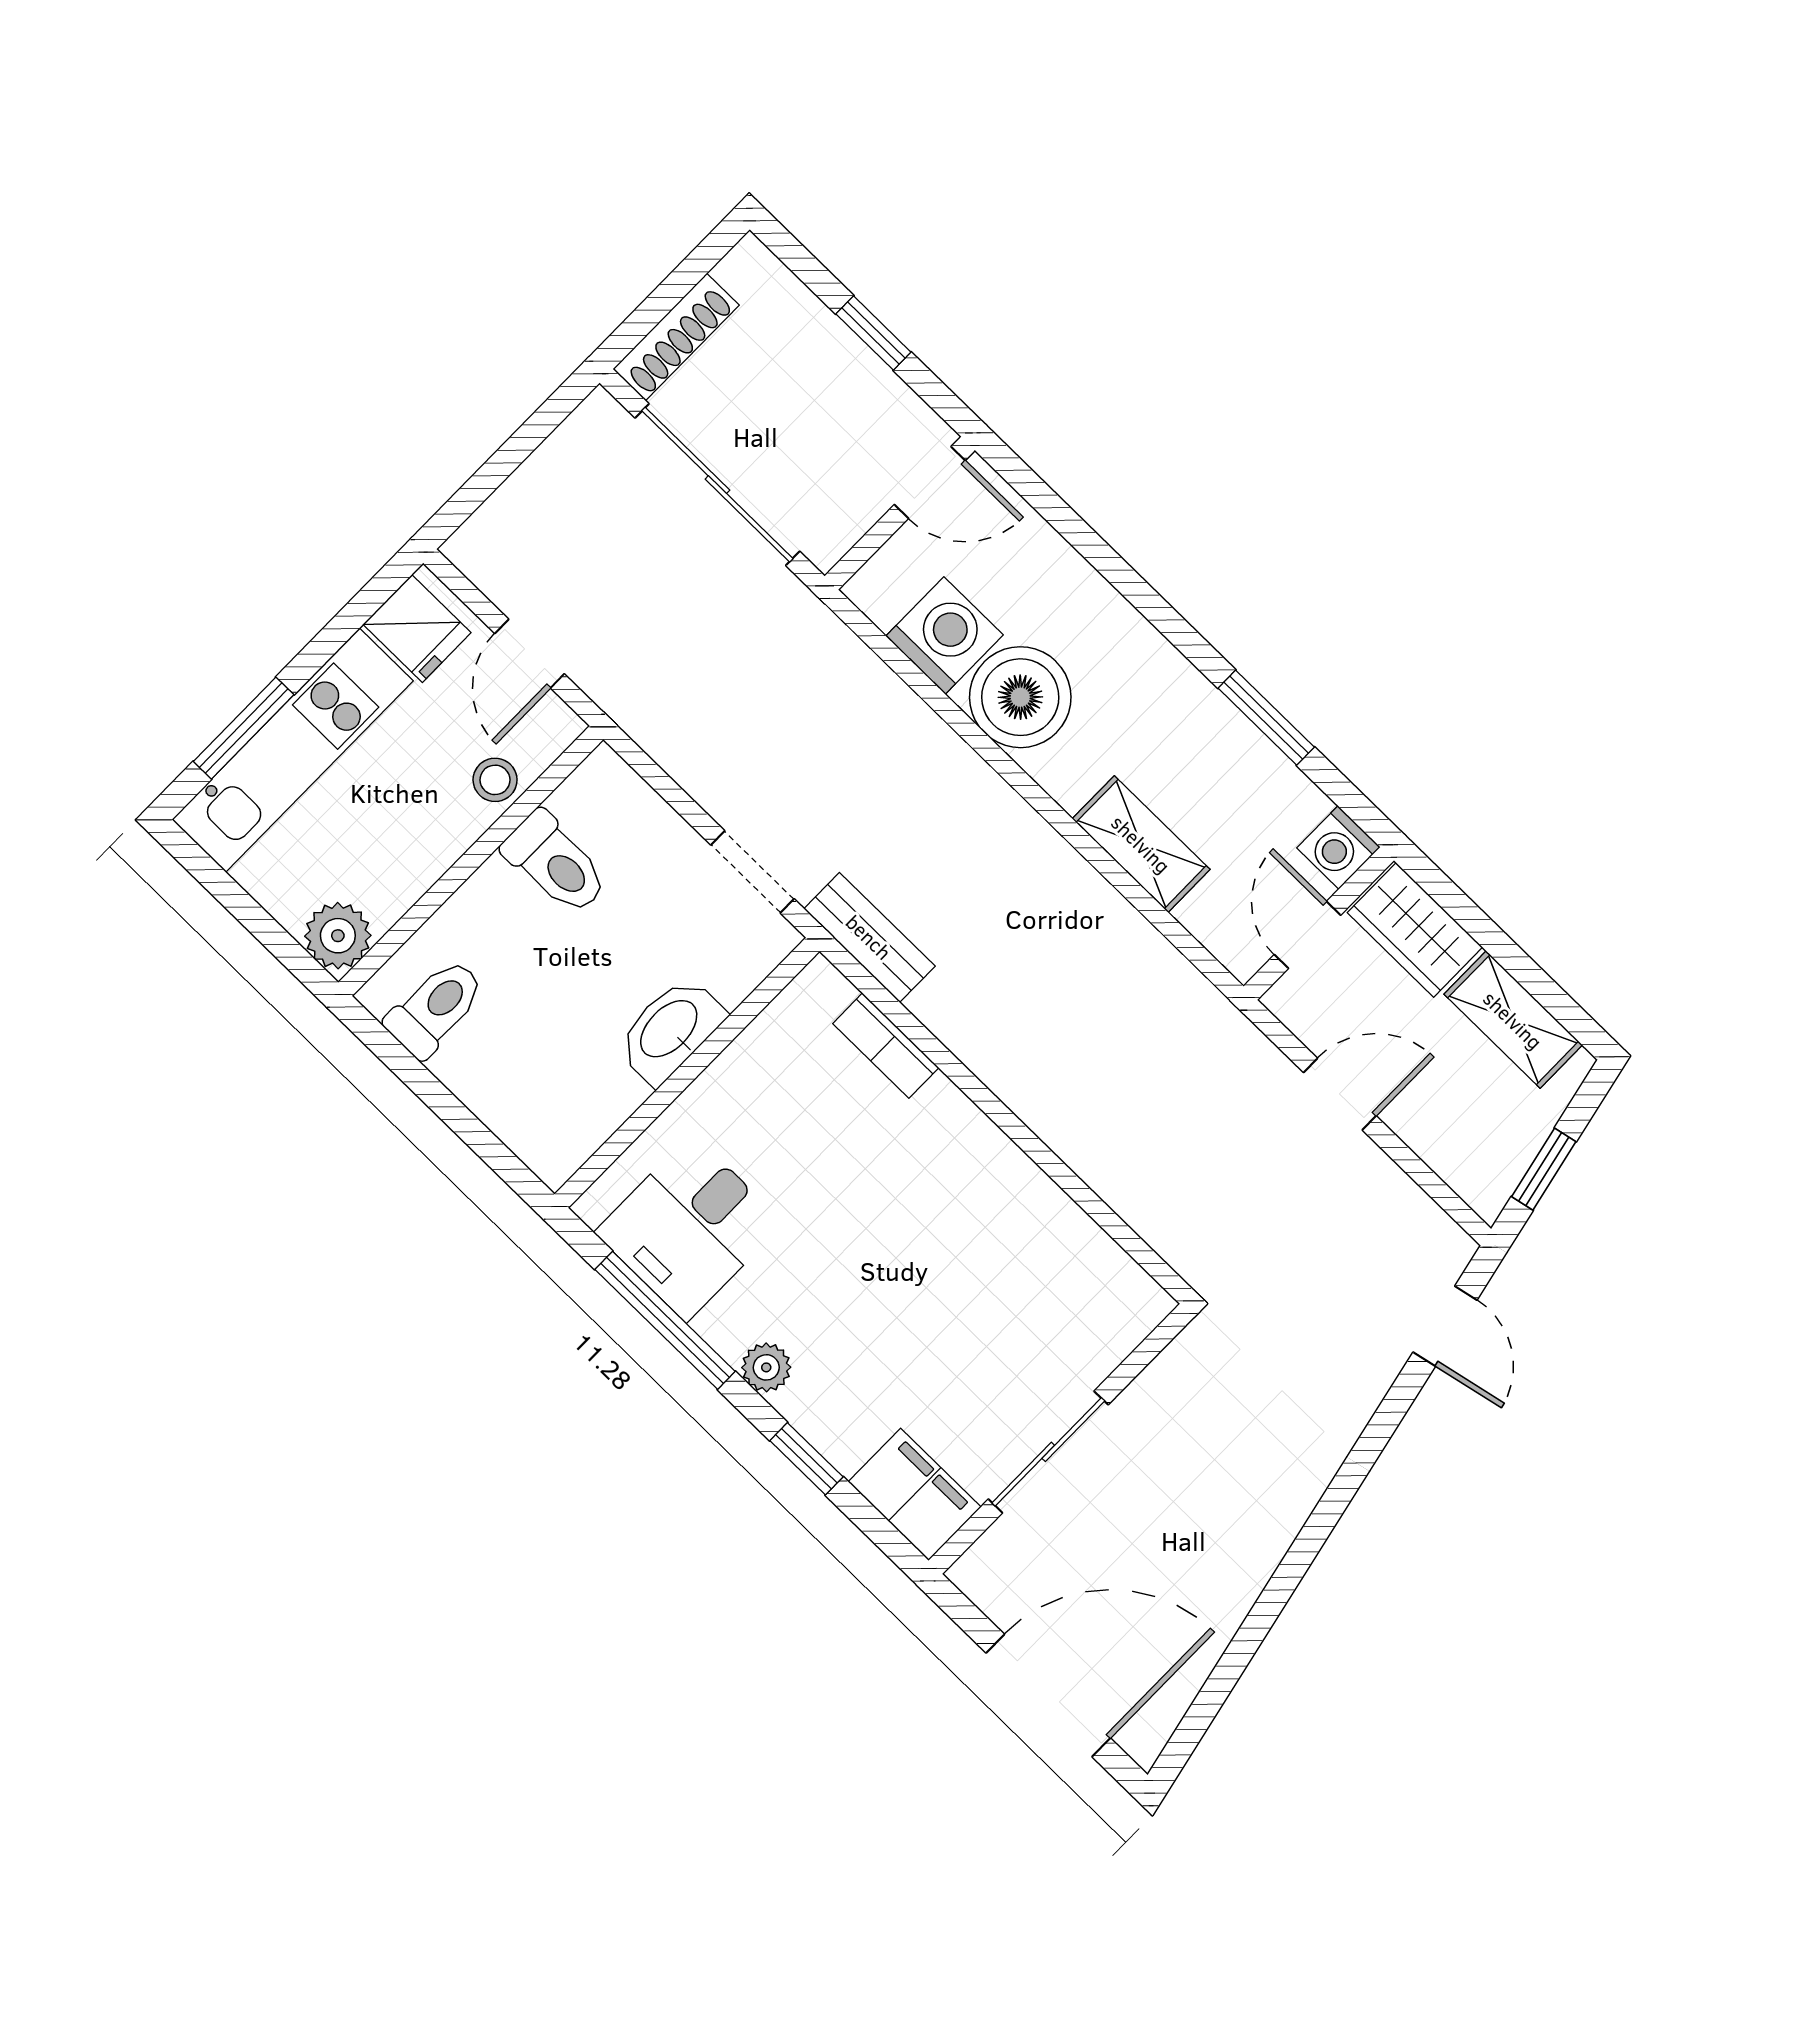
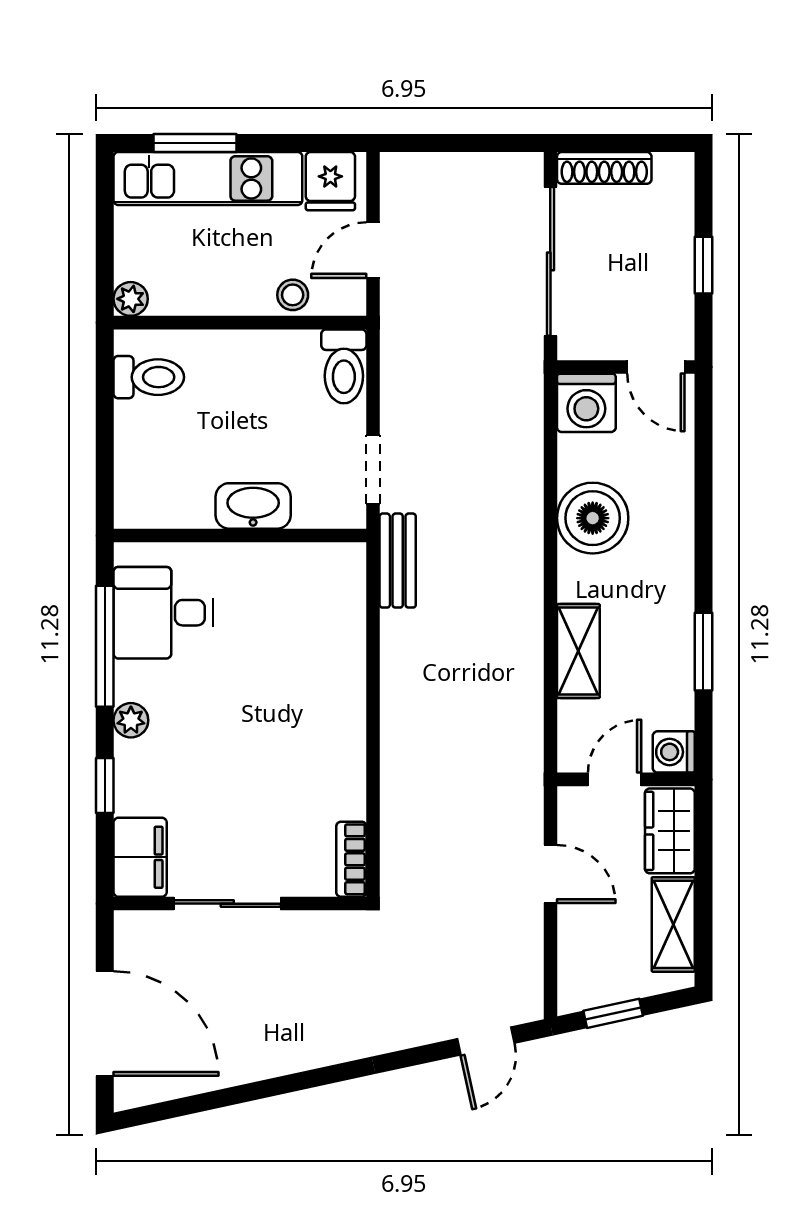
washing machine: (945, 636) -> (586, 403), moved, turned 90
toilet: (556, 863) -> (344, 366), moved
plant: (338, 936) -> (131, 299), width x0.73, depth x0.73
bookcase: (886, 1046) -> (351, 859), moved

